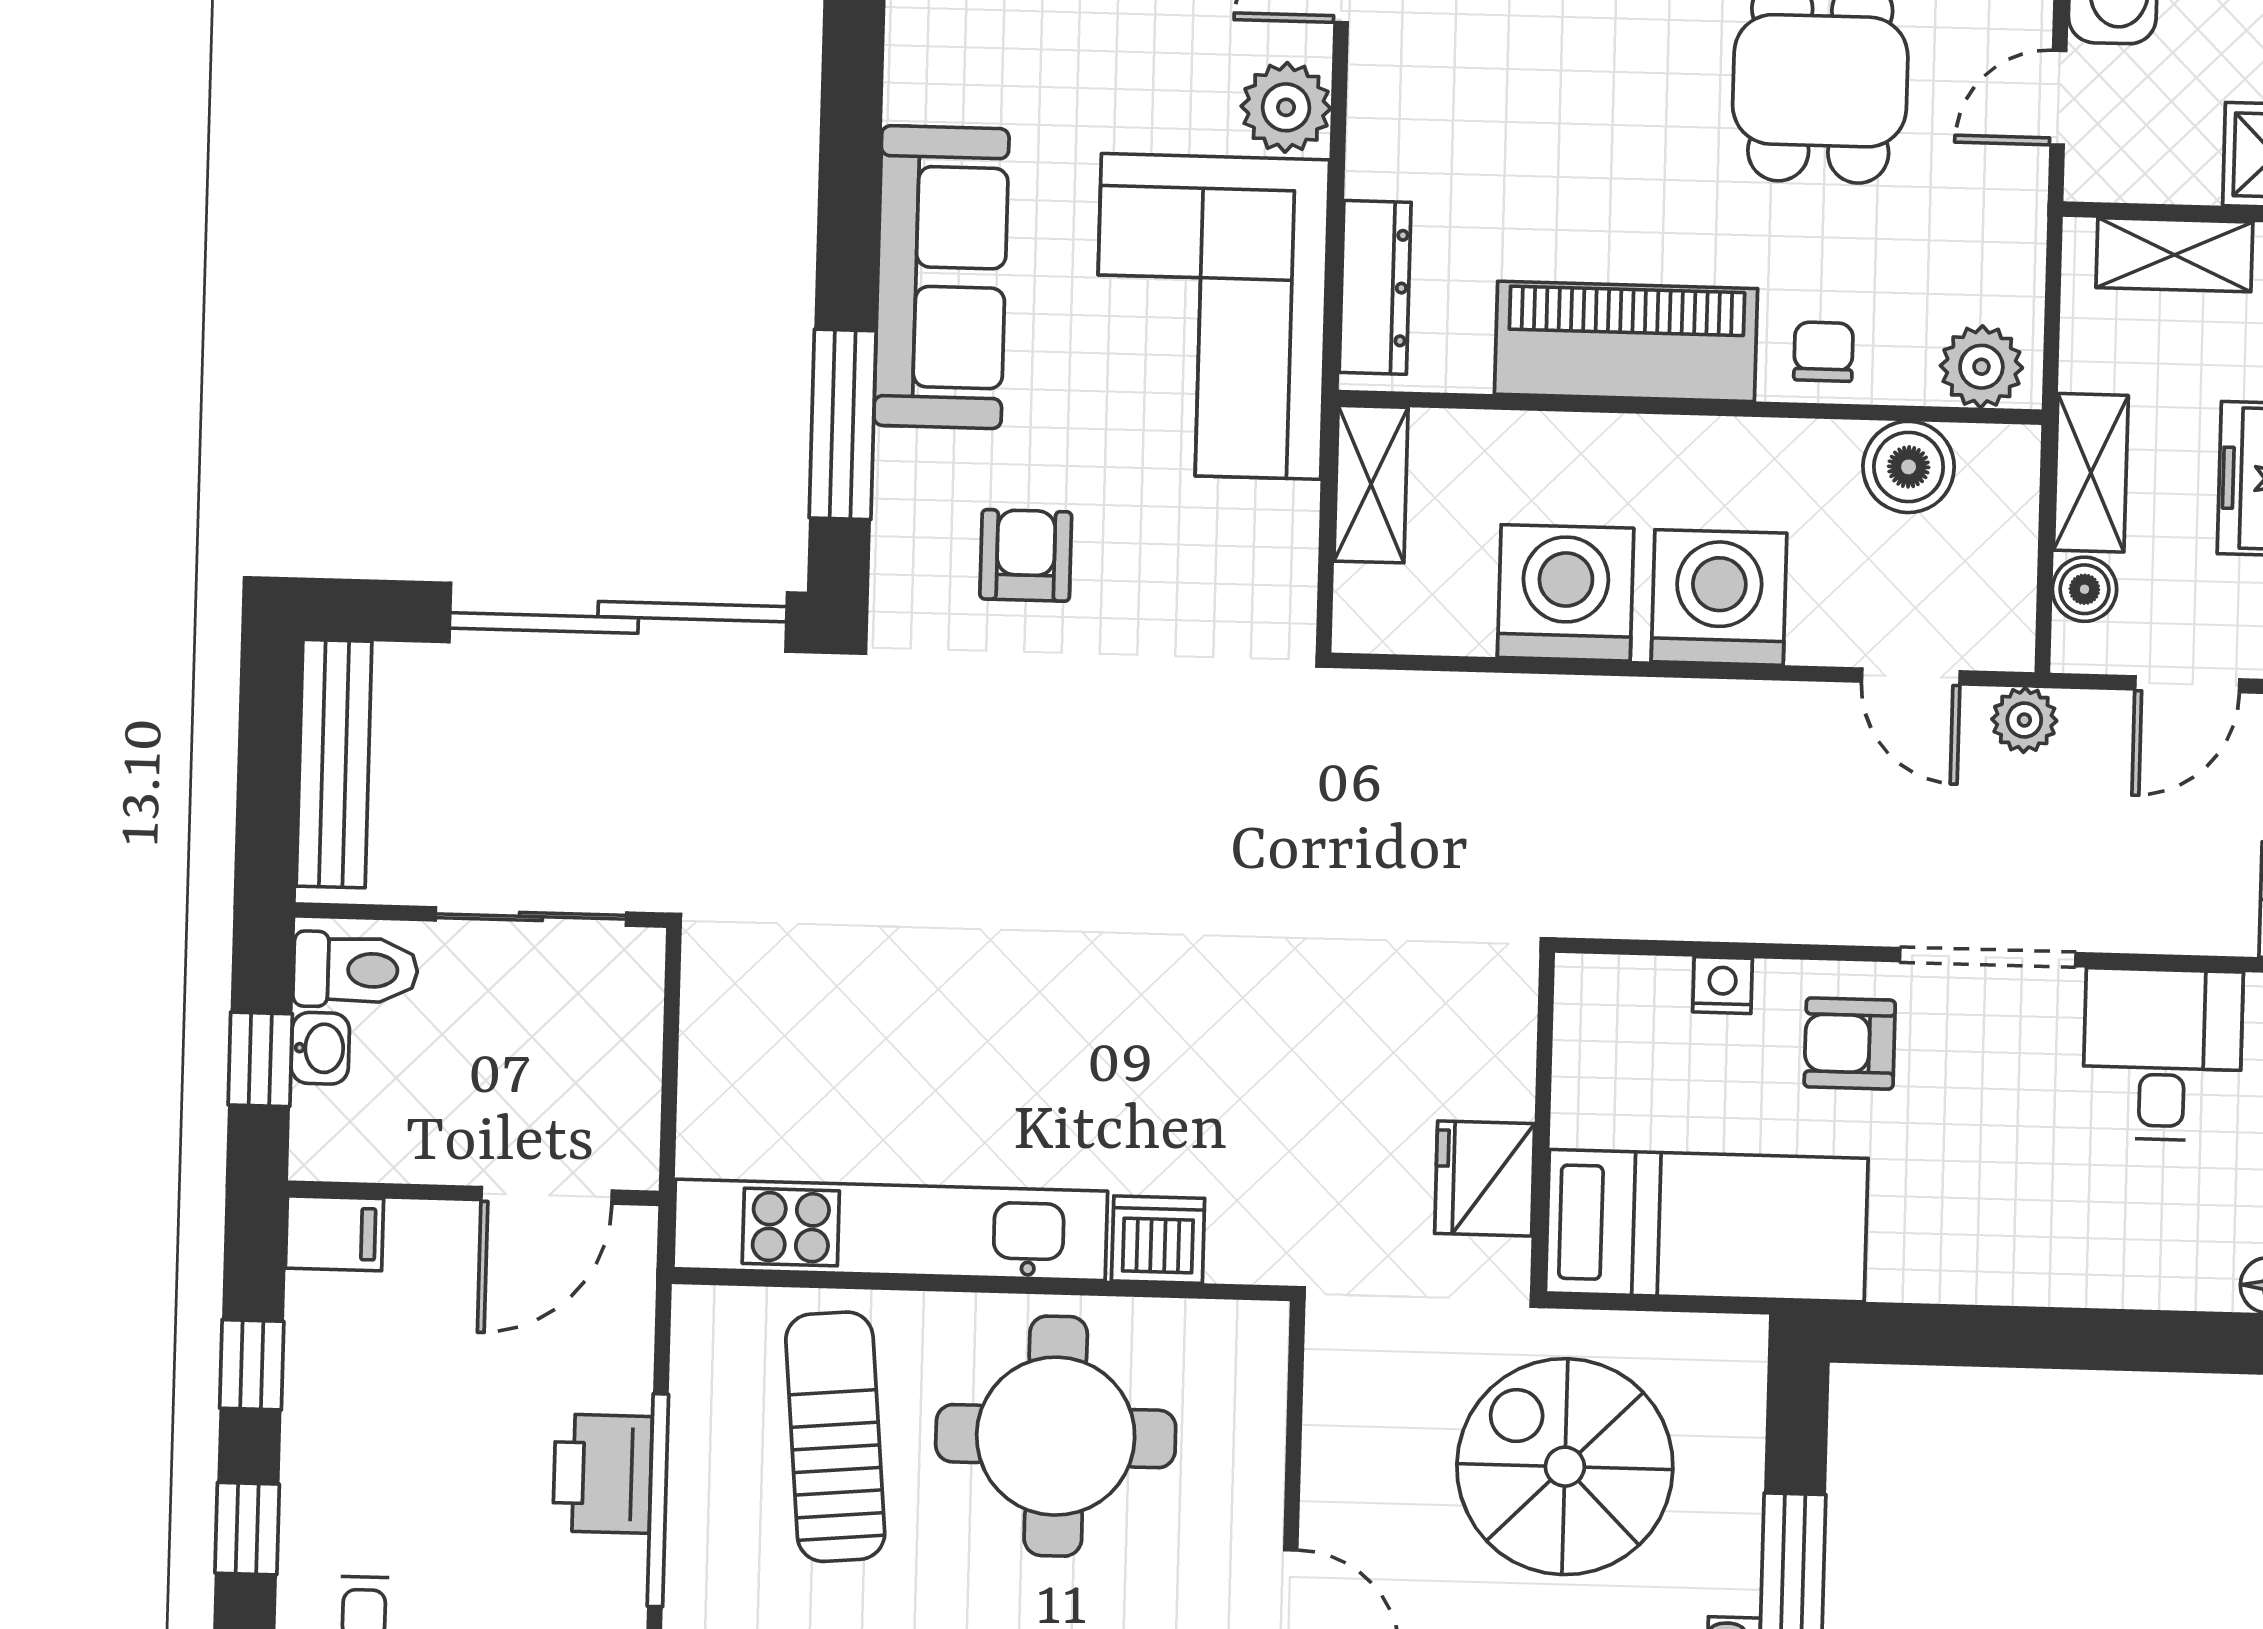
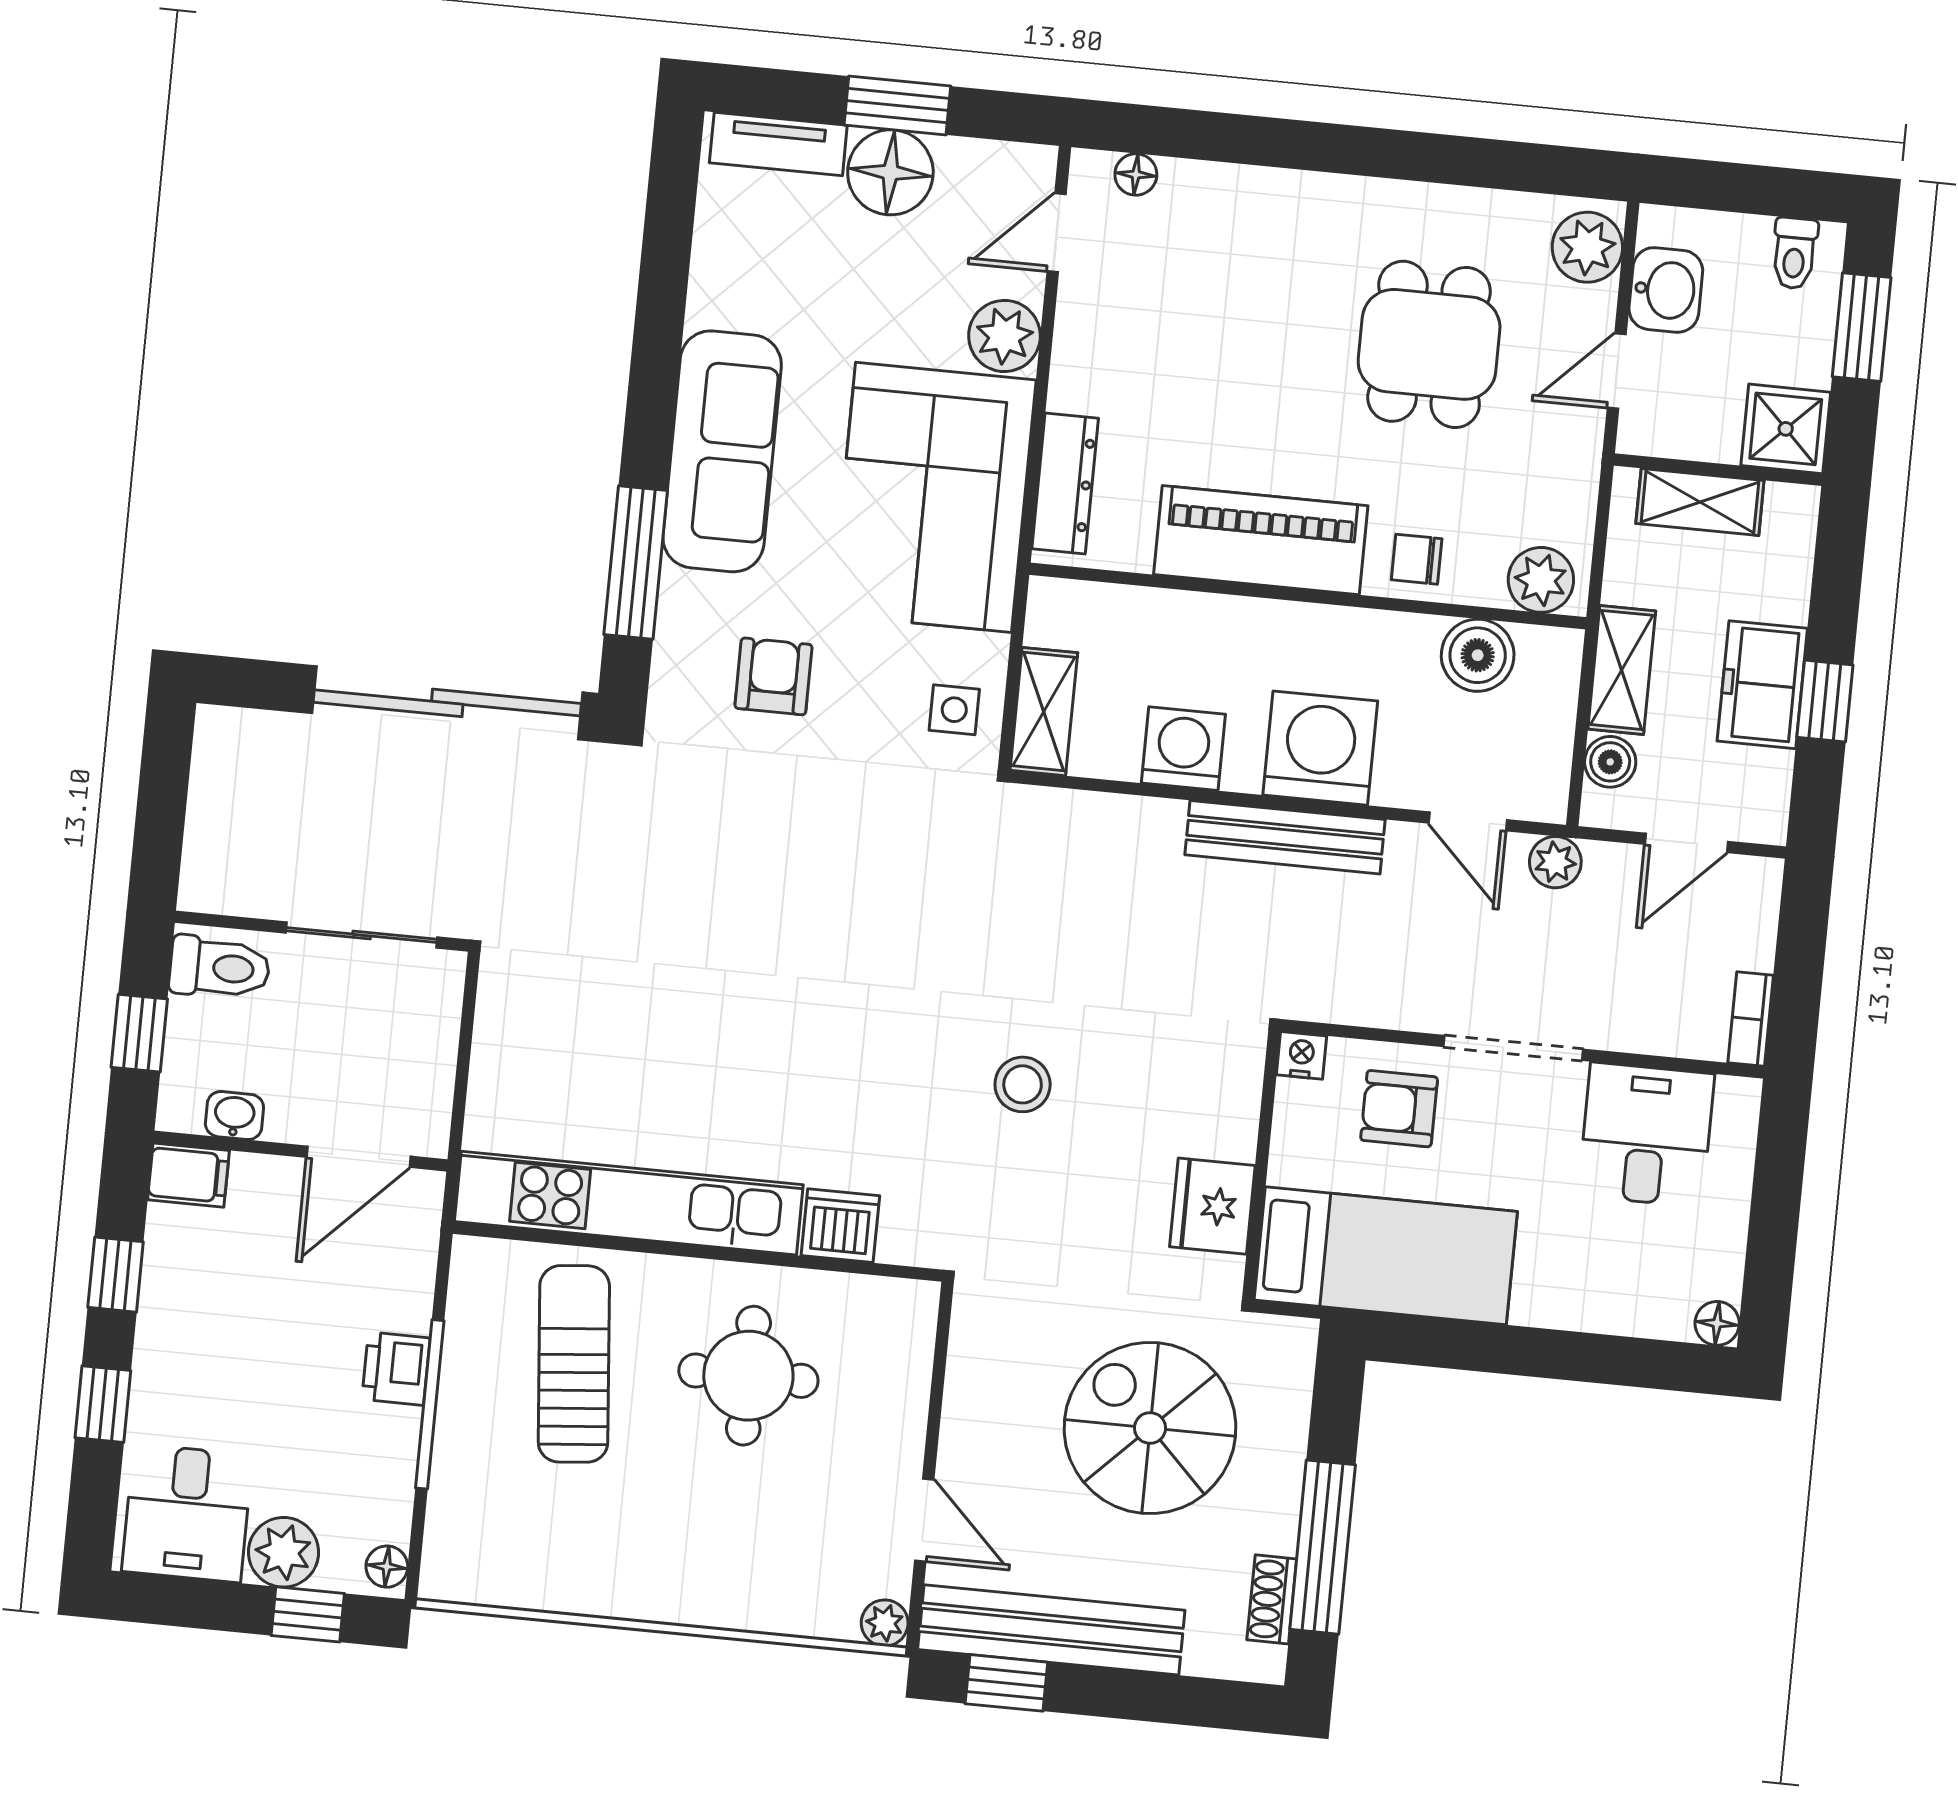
chair: (1823, 352) -> (1417, 559), turned -90
shelving: (1371, 484) -> (1044, 712), moved
side table: (1256, 581) -> (954, 710), added
washing machine: (1566, 593) -> (1183, 749), width x0.73, depth x0.73
bench: (334, 764) -> (1285, 837), moved, turned 90
stool: (1375, 1046) -> (1023, 1084), added
washbasin: (320, 1048) -> (234, 1116), moved, turned -90
wall: (1542, 1123) -> (1261, 1165), moved
fridge: (1485, 1178) -> (1212, 1206), moved
bed: (1707, 1226) -> (1386, 1256), moved
round table: (1056, 1436) -> (748, 1376), width x0.73, depth x0.73
printer: (603, 1474) -> (396, 1369), width x0.73, depth x0.81

